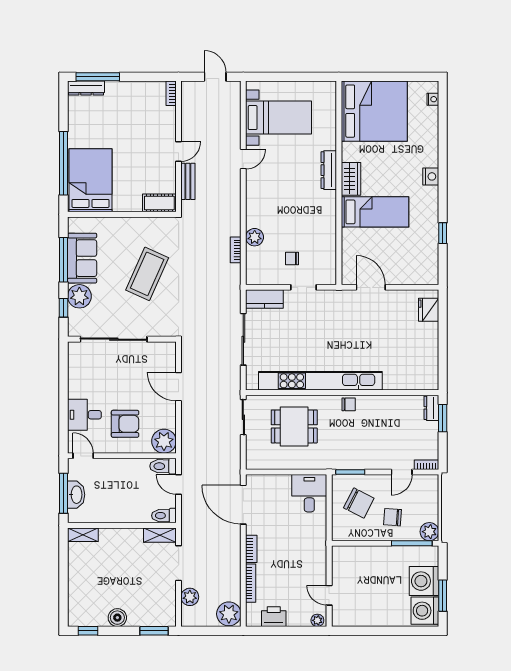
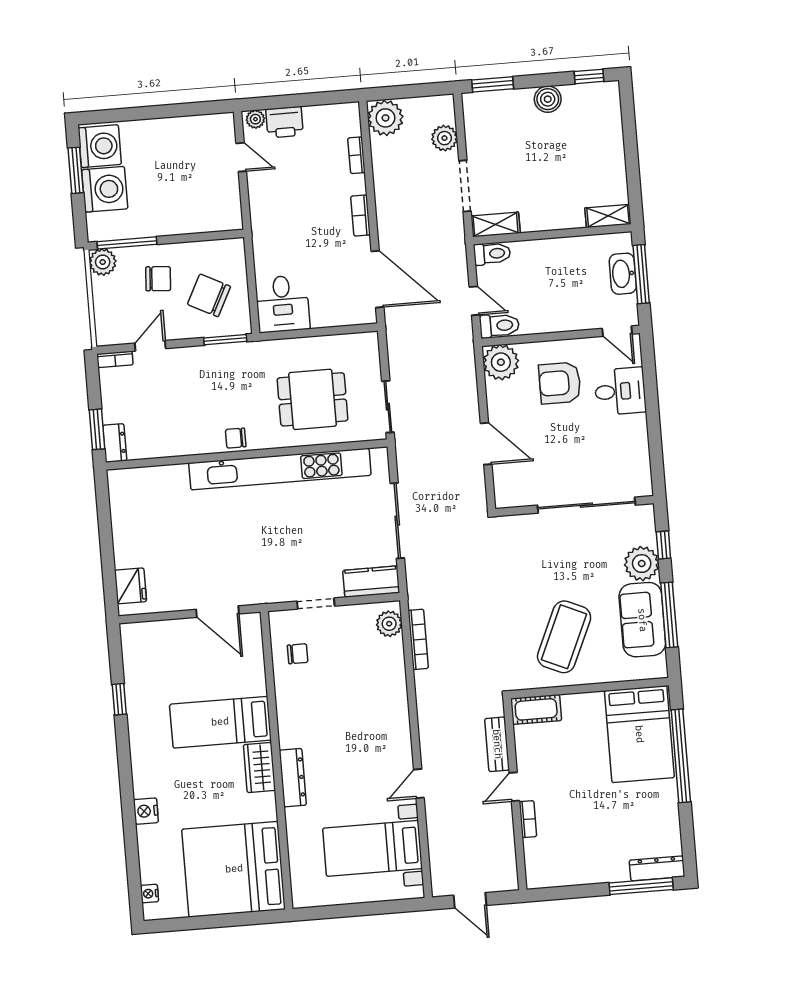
bookcase: (171, 93) -> (528, 819), moved
nightstand: (431, 176) -> (146, 811), moved
plant: (255, 237) -> (389, 624), moved
bookcase: (236, 250) -> (418, 639), width x1.56
chair: (292, 259) -> (298, 654), moved
coffee table: (147, 274) -> (564, 637), moved
bookcase: (251, 583) -> (356, 155), width x0.64
printer: (274, 617) -> (285, 122), moved

